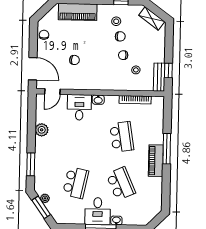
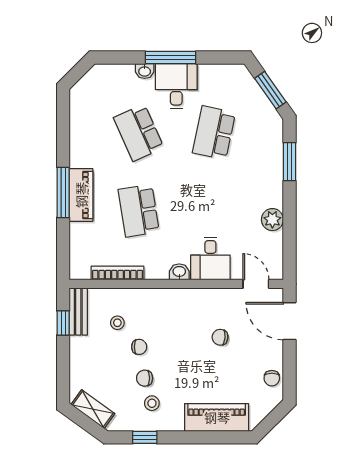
door: (52, 92) -> (256, 284), hinge flipped
piano: (156, 161) -> (81, 195), moved
plant: (45, 198) -> (265, 105), removed

